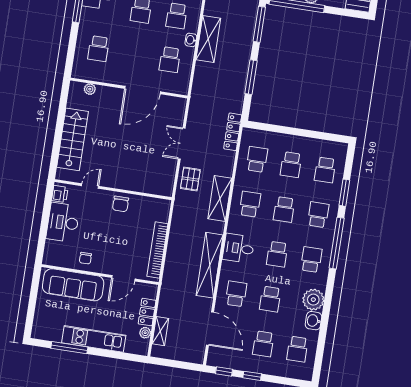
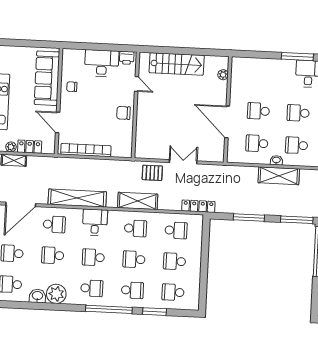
school desk: (98, 49) -> (258, 111), moved

